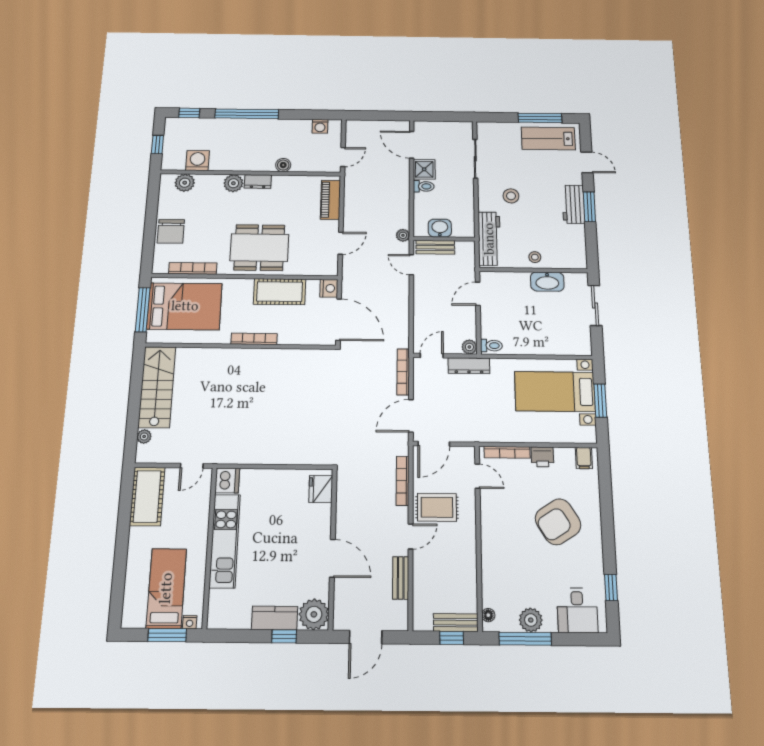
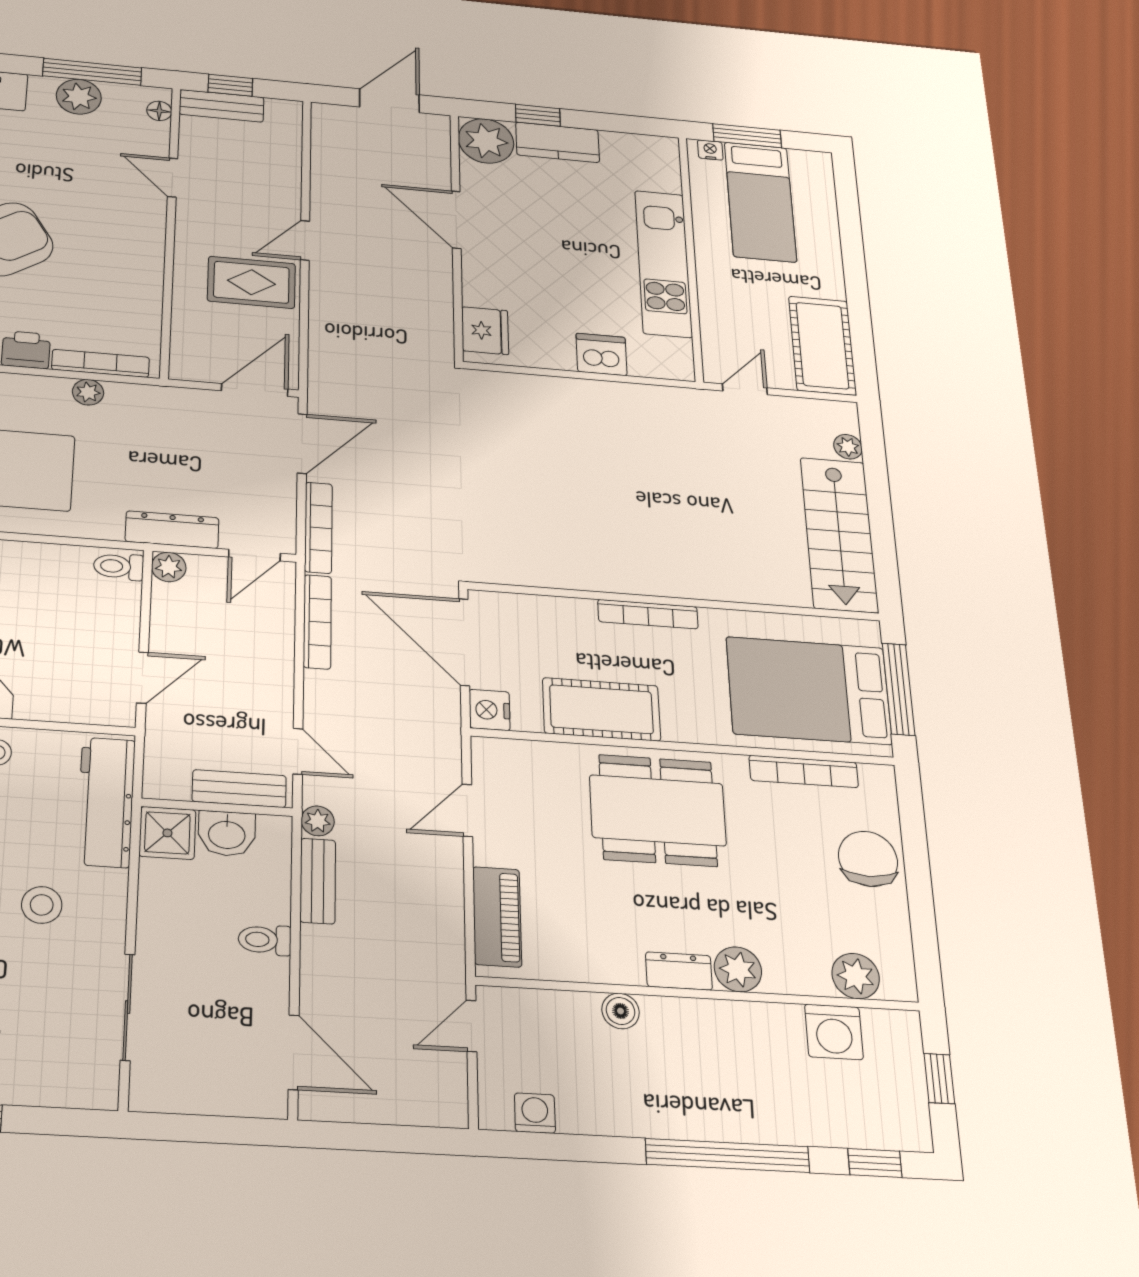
shower: (424, 169) -> (167, 833), moved
plant: (512, 436) -> (88, 392), added
door: (477, 476) -> (173, 178), moved
dishwasher: (227, 481) -> (601, 354), moved, turned 90
bookcase: (403, 481) -> (317, 622), moved
bench: (401, 578) -> (318, 881), moved

